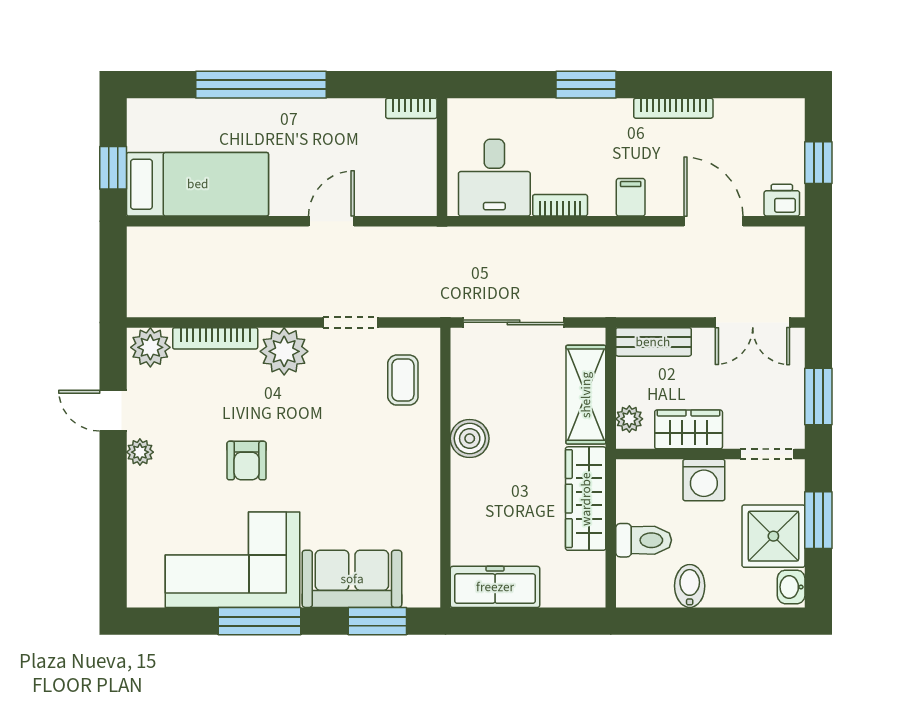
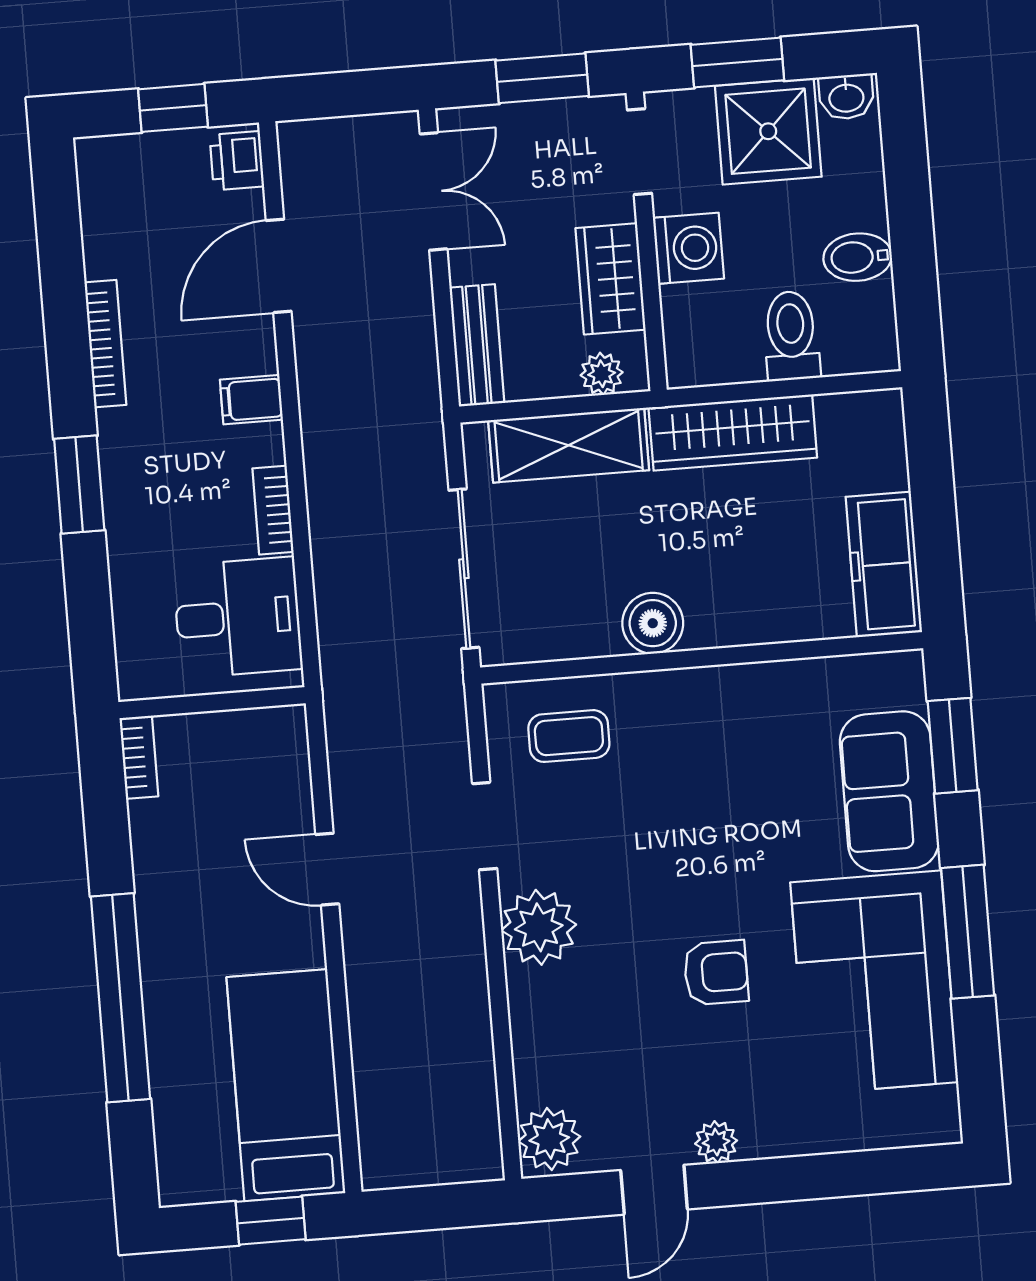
bookcase: (215, 338) -> (527, 1038), removed

